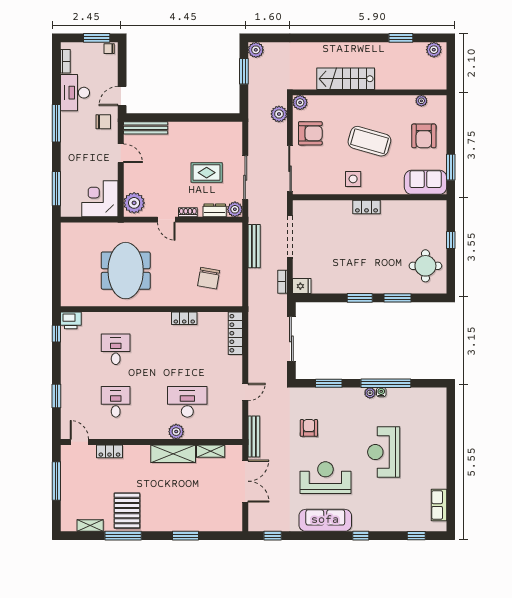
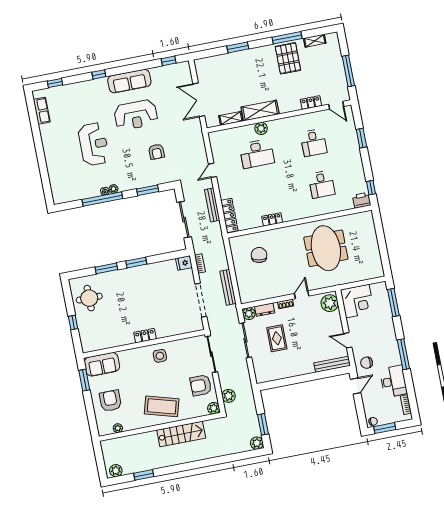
coffee table: (369, 141) -> (162, 406), moved
rug: (207, 173) -> (277, 338), turned 90
door: (166, 220) -> (302, 295), hinge flipped
bench: (254, 436) -> (212, 205), moved

